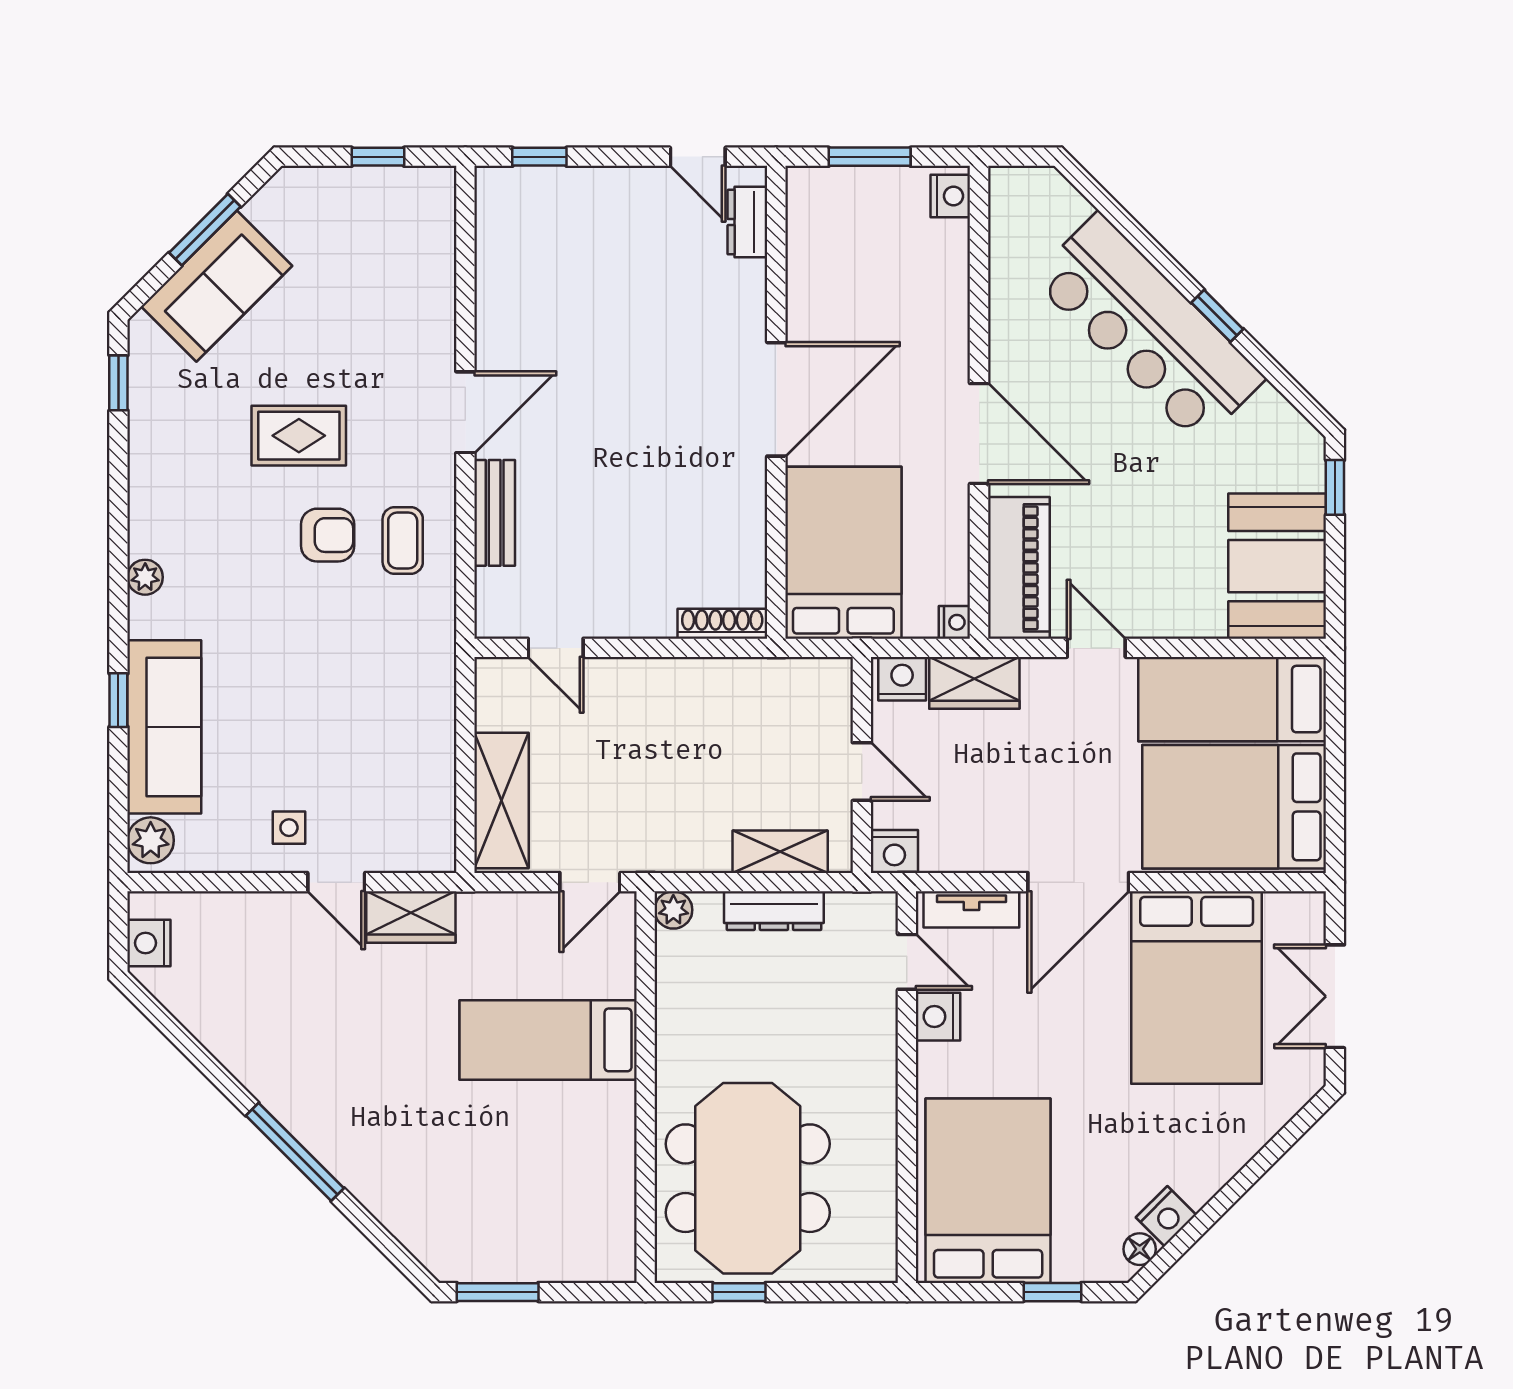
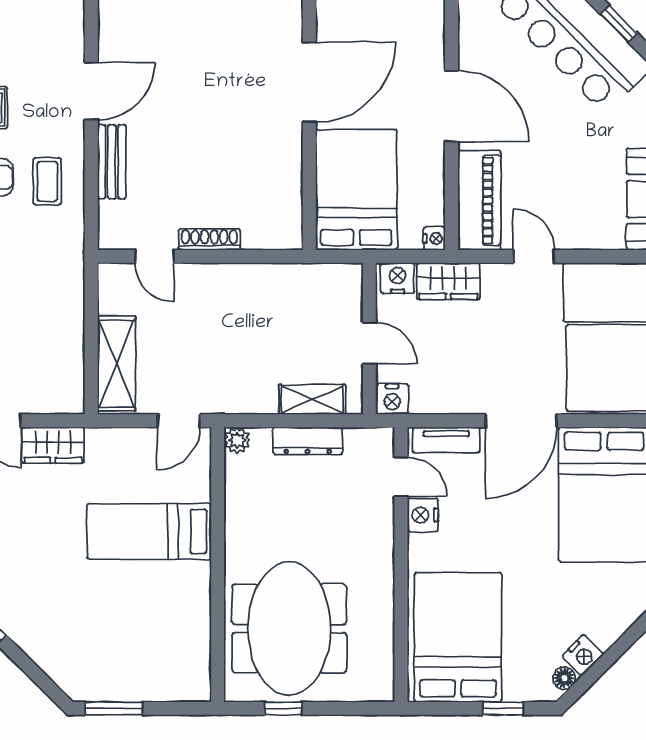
shoe rack: (722, 624) -> (209, 239), moved

